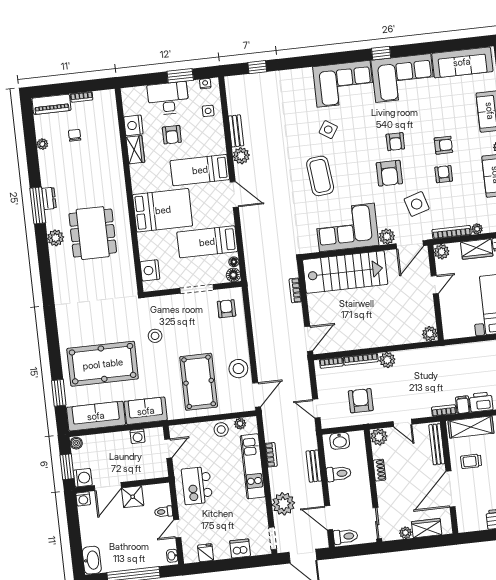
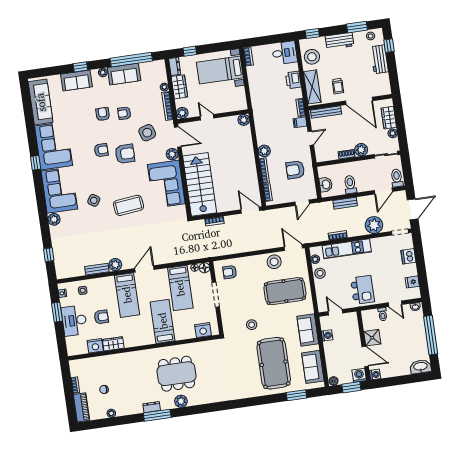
plant: (304, 76) -> (54, 219), added
bed: (163, 210) -> (163, 321), width x0.67
filing cabinet: (463, 405) -> (300, 122), moved
sofa: (96, 416) -> (313, 367), width x0.73
plant: (379, 437) -> (361, 150), moved
kitchen island: (197, 486) -> (362, 290), turned -90

